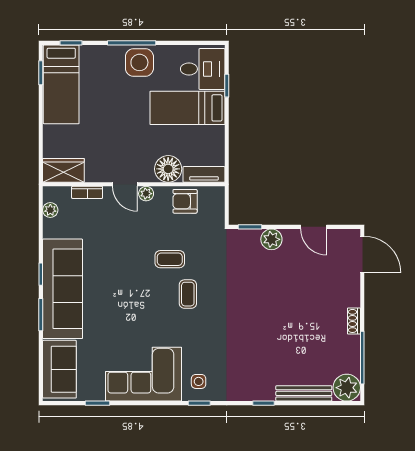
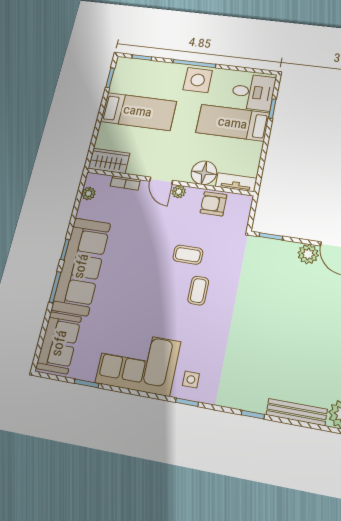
bed: (61, 84) -> (138, 111), moved, turned -90
plant: (271, 239) -> (308, 254), moved

